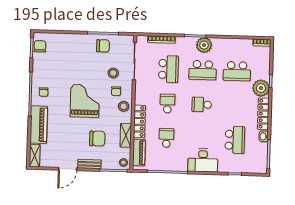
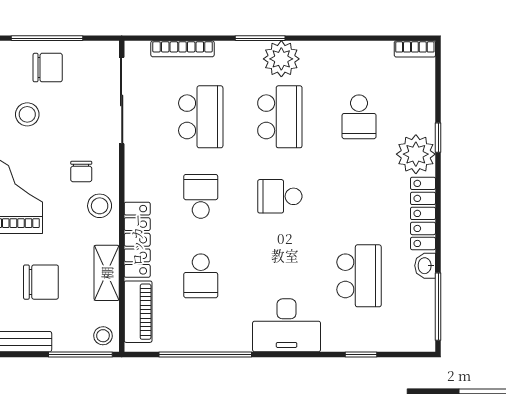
school desk: (203, 70) -> (280, 117), turned -90
school desk: (237, 71) -> (359, 117), width x0.54
stool: (113, 73) -> (27, 114), moved
school desk: (166, 138) -> (201, 276), turned 180

